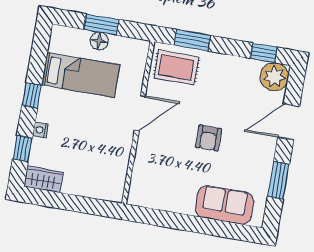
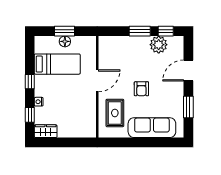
window: (192, 40) -> (140, 31), moved
rug: (176, 67) -> (115, 113), moved, turned 90
plant: (274, 77) -> (159, 45), moved
sofa: (224, 205) -> (152, 128), width x1.36

